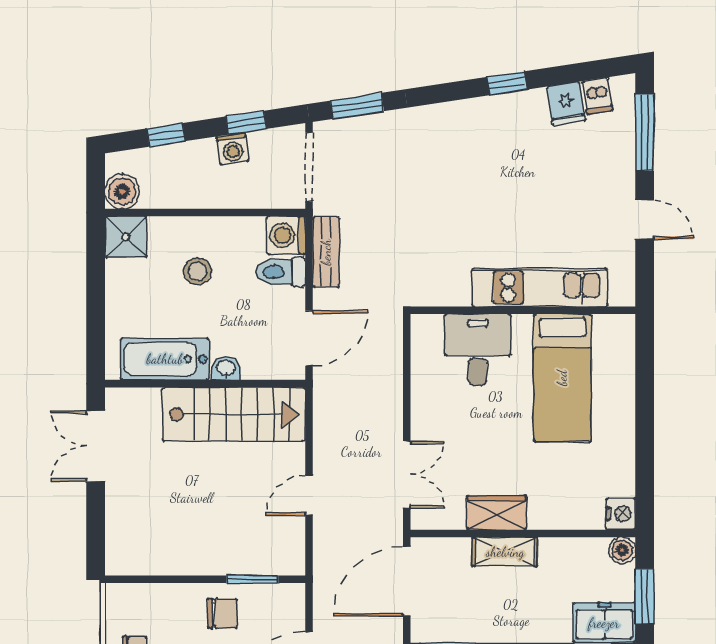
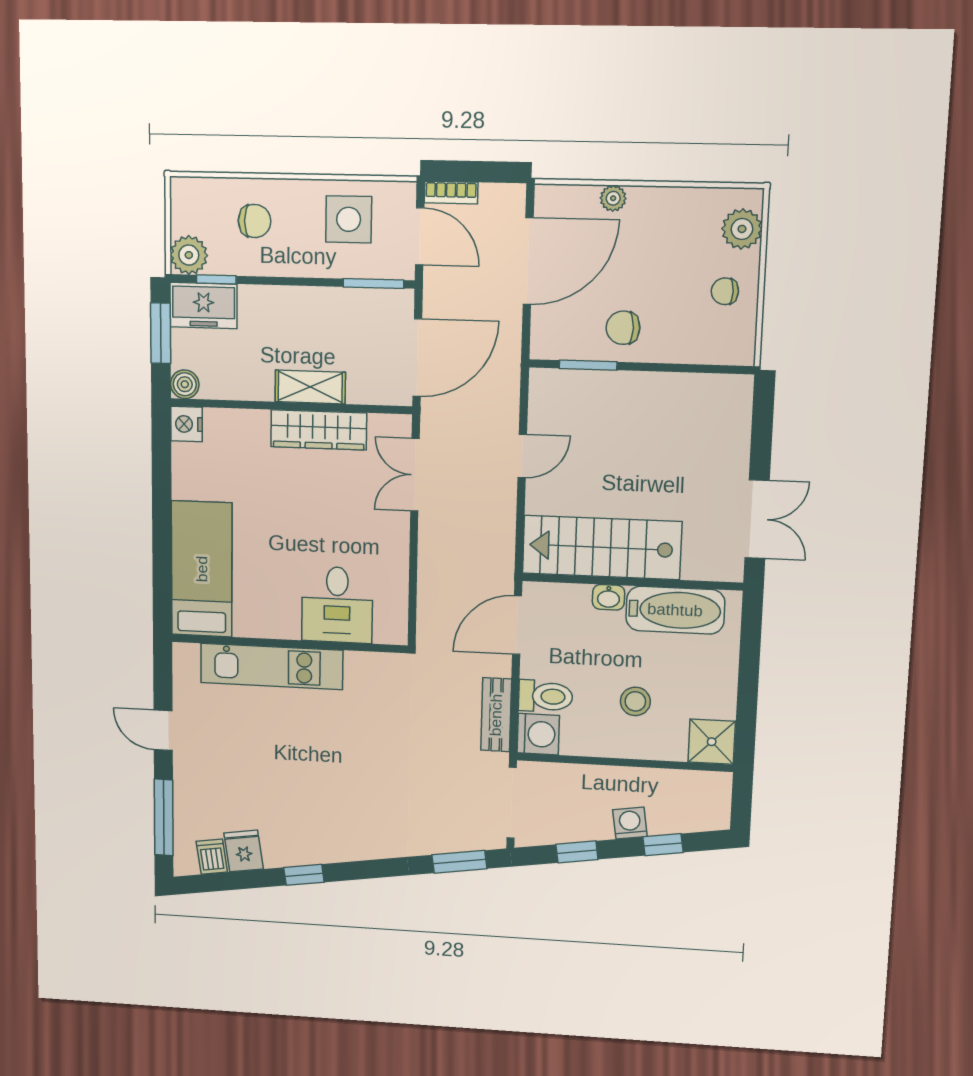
washing machine: (233, 149) -> (630, 823), moved
boiler: (122, 191) -> (713, 789), removed
bed: (562, 378) -> (202, 569), moved
wardrobe: (497, 513) -> (319, 430), width x1.50

